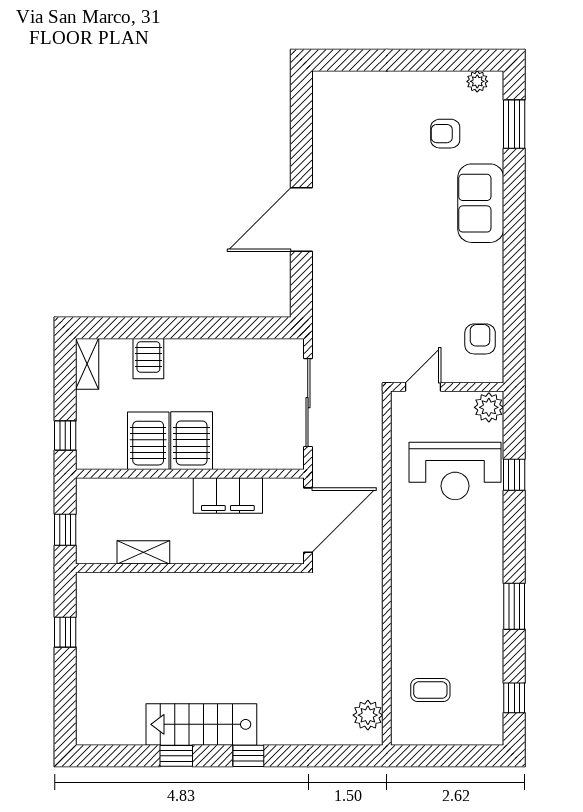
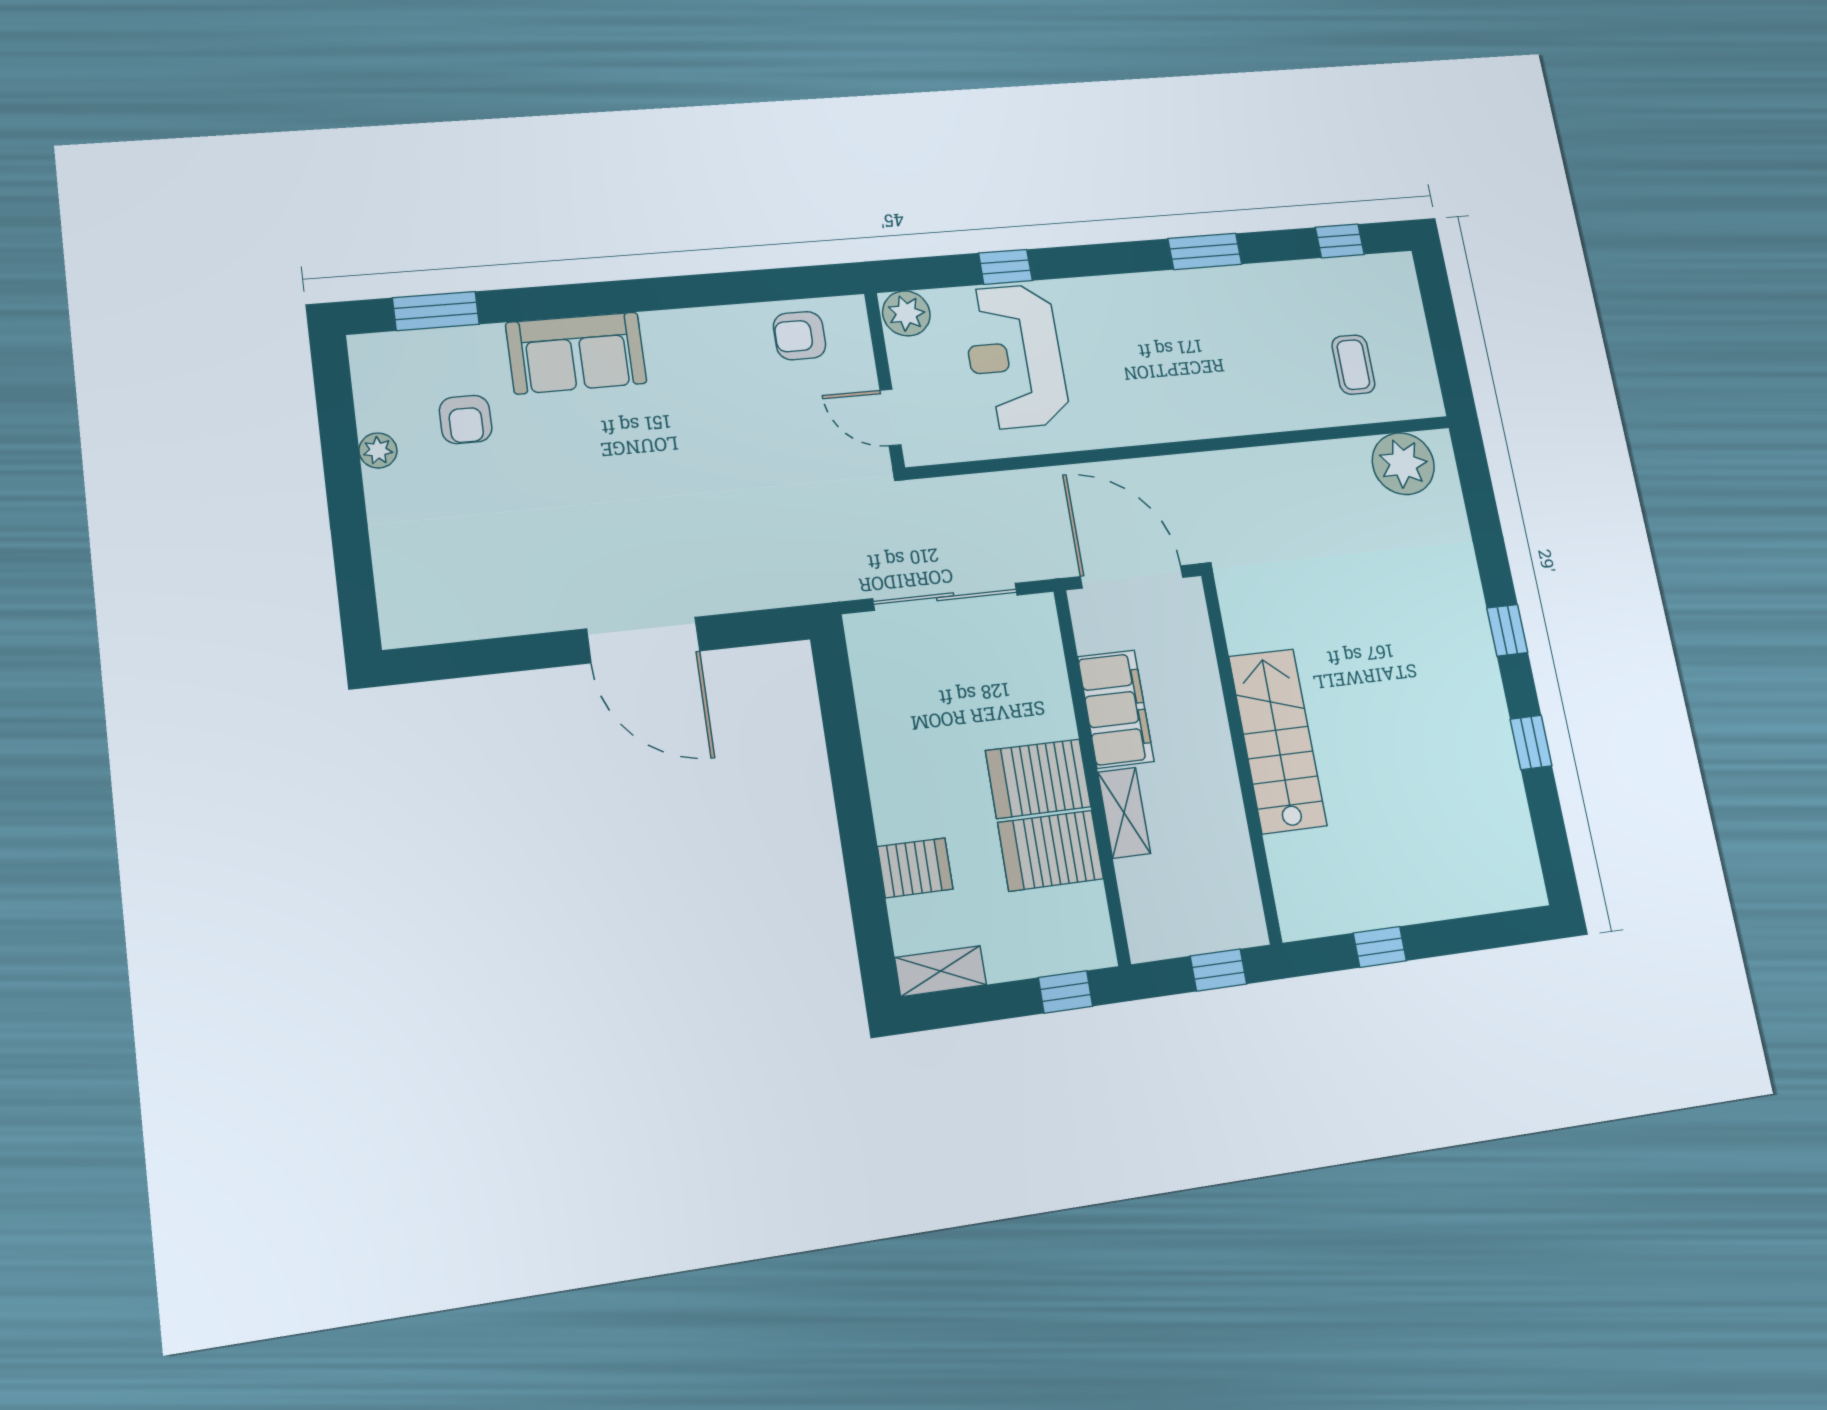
plant: (477, 81) -> (378, 450), moved
reception desk: (455, 471) -> (1015, 356), turned 180
shelving: (143, 552) -> (1124, 813), moved
plant: (368, 715) -> (1403, 464), width x1.36, depth x1.36
stairs: (201, 724) -> (1278, 741), moved, turned 180

